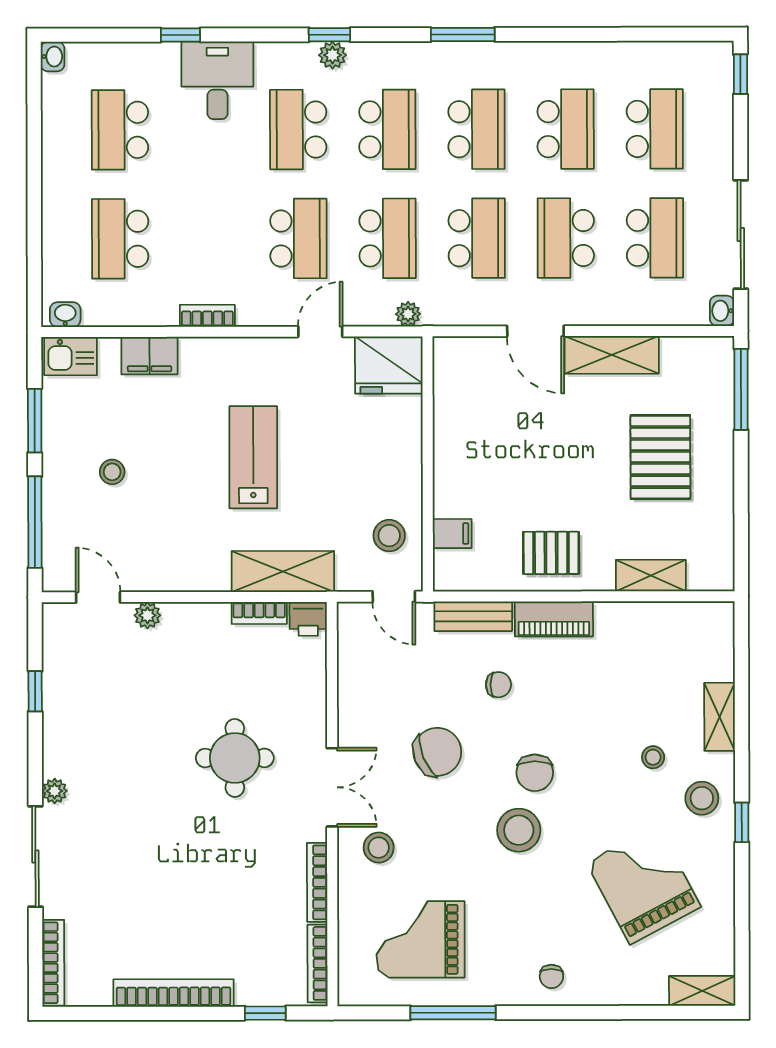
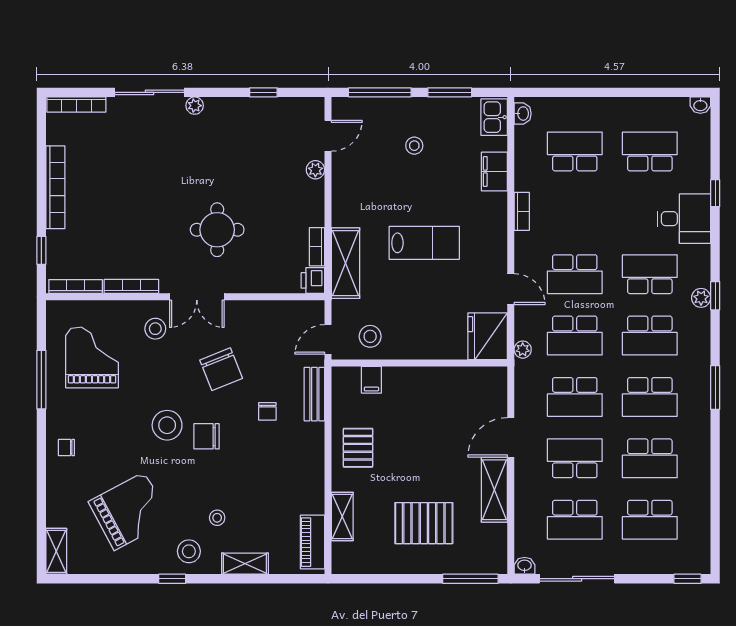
piano: (554, 619) -> (313, 542), moved

